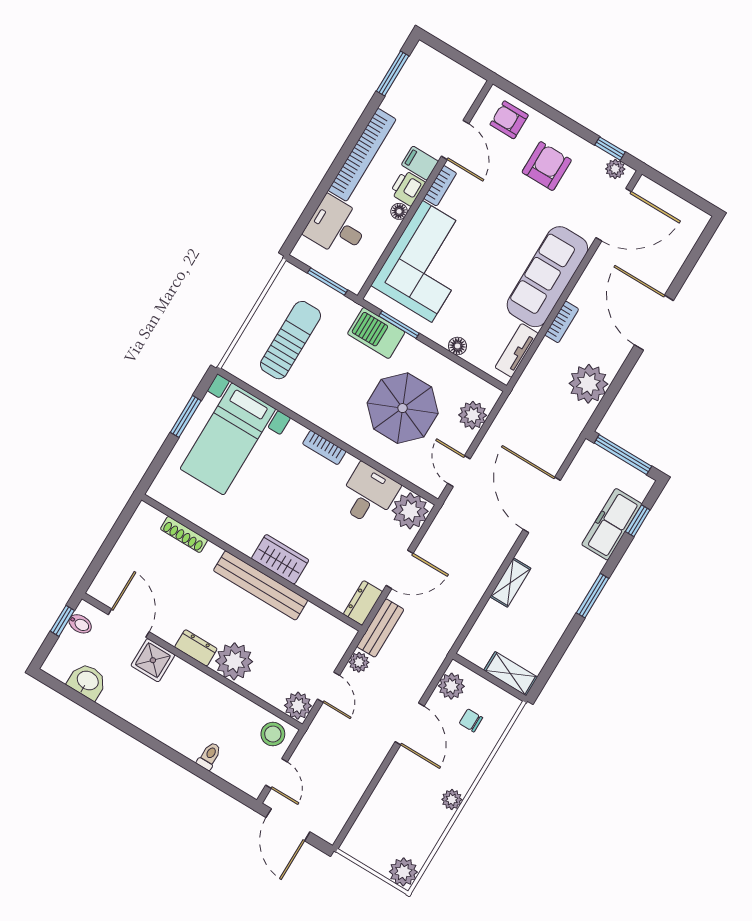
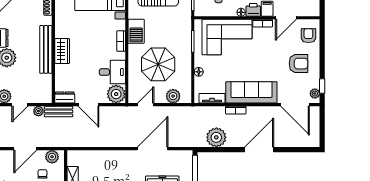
barbecue: (376, 333) -> (136, 31), moved, turned 180
shelving: (510, 583) -> (111, 155), removed

